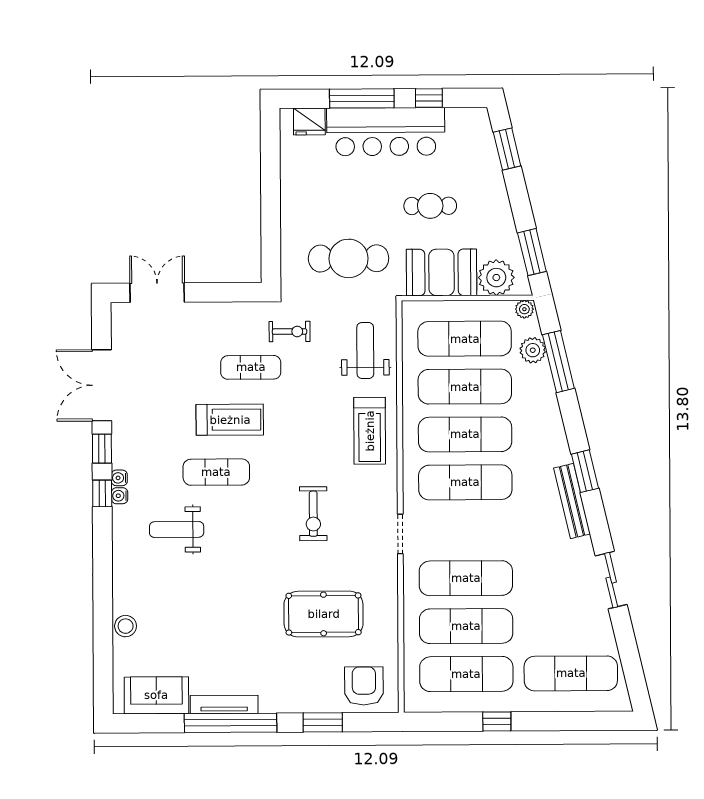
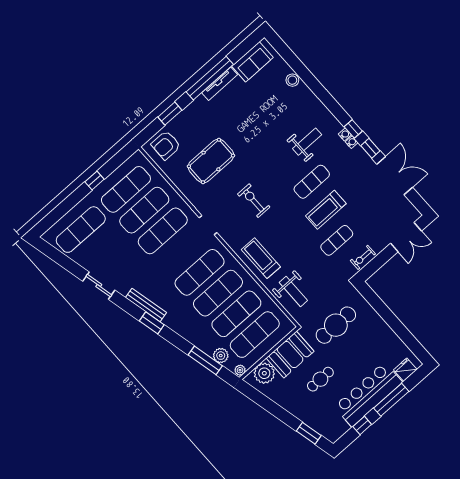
window: (532, 252) -> (259, 398), removed
exercise bike: (290, 332) -> (363, 257), moved
armchair: (364, 686) -> (166, 145), turned 90

